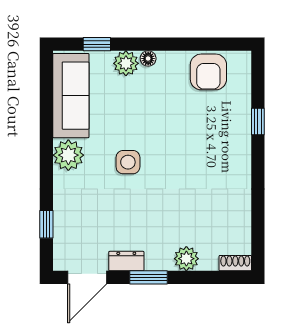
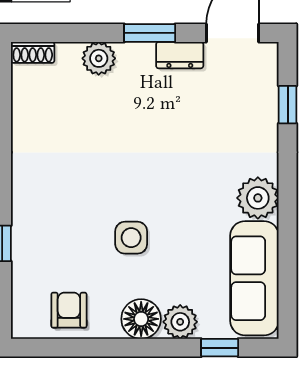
floor lamp: (148, 59) -> (141, 319), width x1.89, depth x1.89
armchair: (208, 72) -> (69, 310), width x0.72, depth x0.72
side table: (128, 162) -> (131, 238), moved

